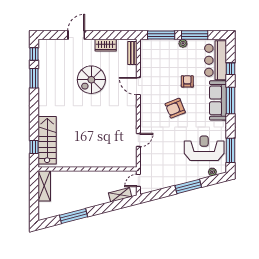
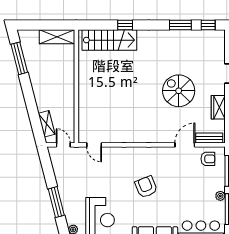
armchair: (187, 81) -> (208, 159), moved
door: (138, 86) -> (185, 145), moved
door: (138, 140) -> (94, 145), moved
window: (34, 147) -> (125, 25), moved
window: (74, 216) -> (19, 58), moved

